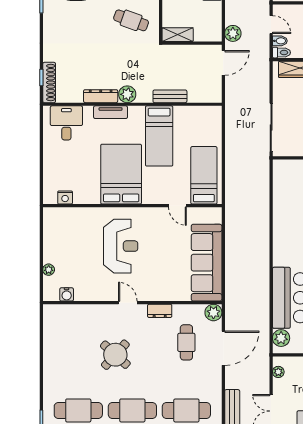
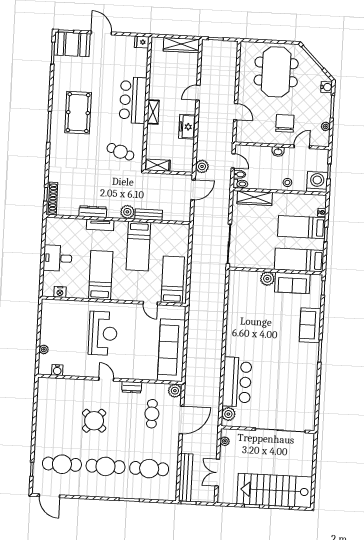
plant: (127, 94) -> (127, 212), moved
desk: (66, 123) -> (58, 258), moved, turned -90
bed: (121, 174) -> (101, 275), width x0.67

